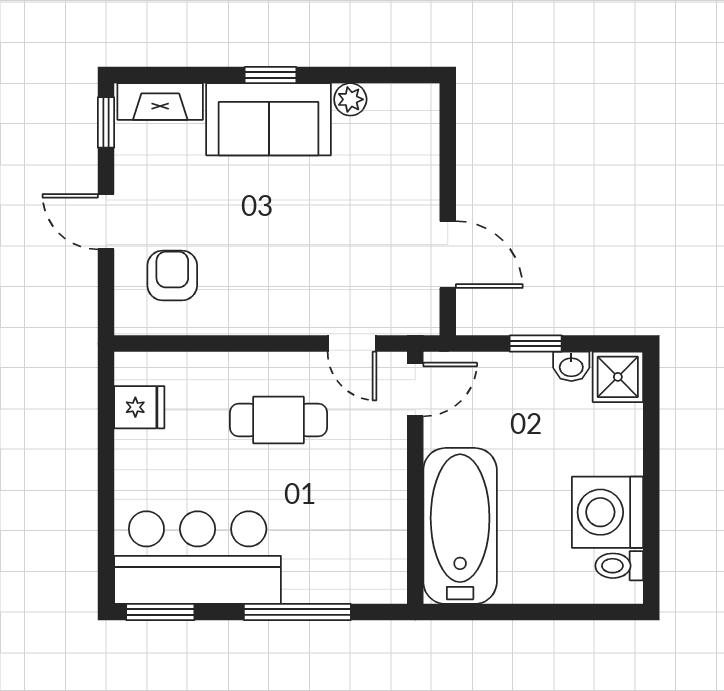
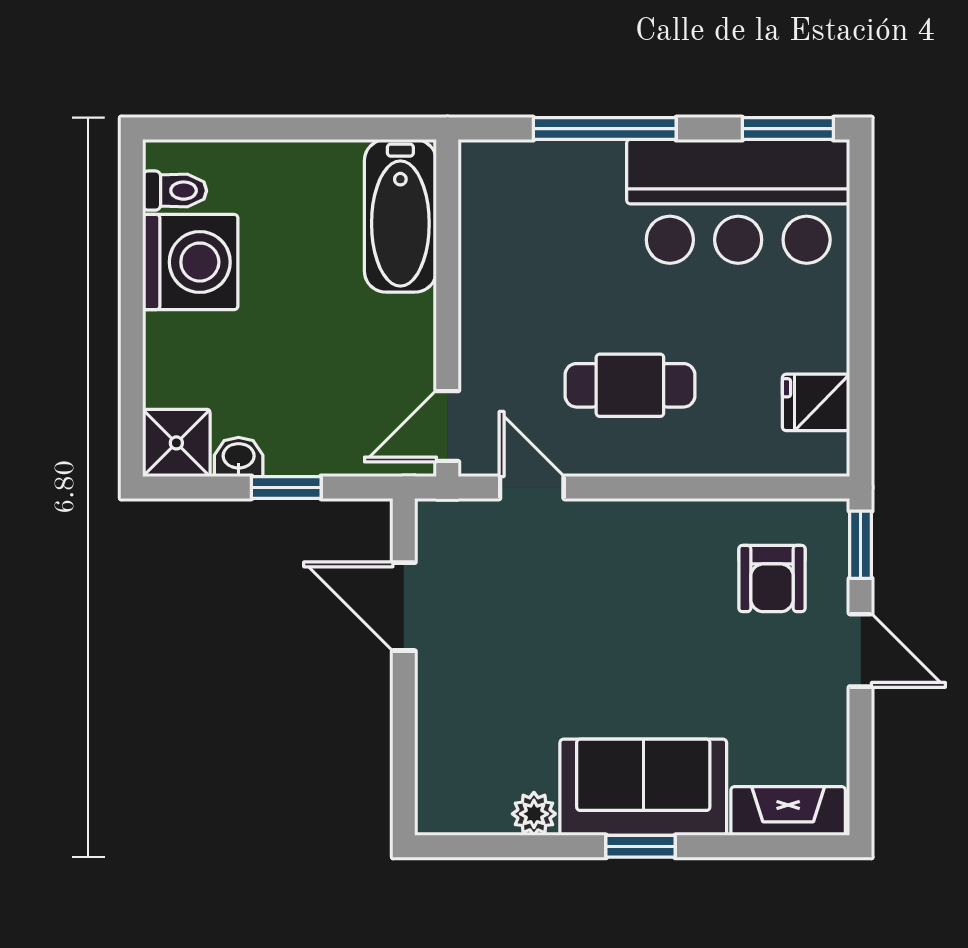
window: (106, 122) -> (861, 545), moved
bathtub: (460, 526) -> (400, 216), width x0.73, depth x0.73

